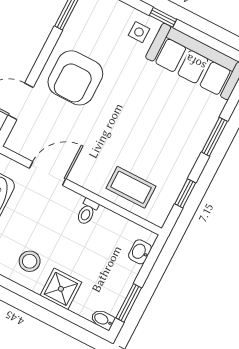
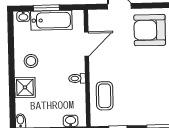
door: (48, 174) -> (87, 44), hinge flipped

